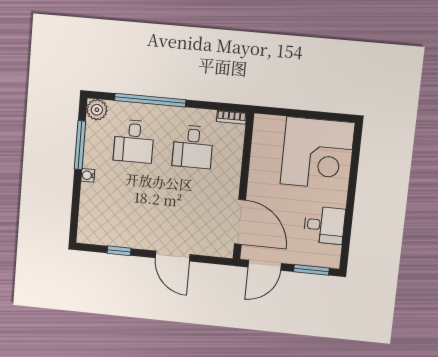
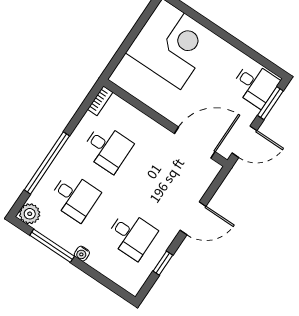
desk: (128, 210) -> (131, 235), added
desk: (324, 225) -> (255, 85), moved, turned 90
door: (265, 265) -> (244, 142), hinge flipped

